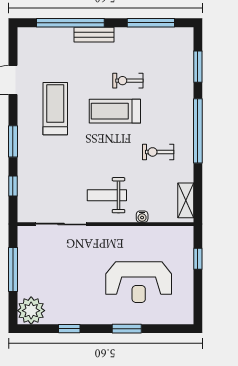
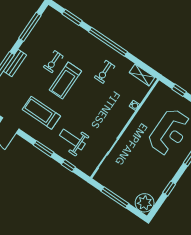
weight bench: (107, 195) -> (72, 140), moved, turned 90

